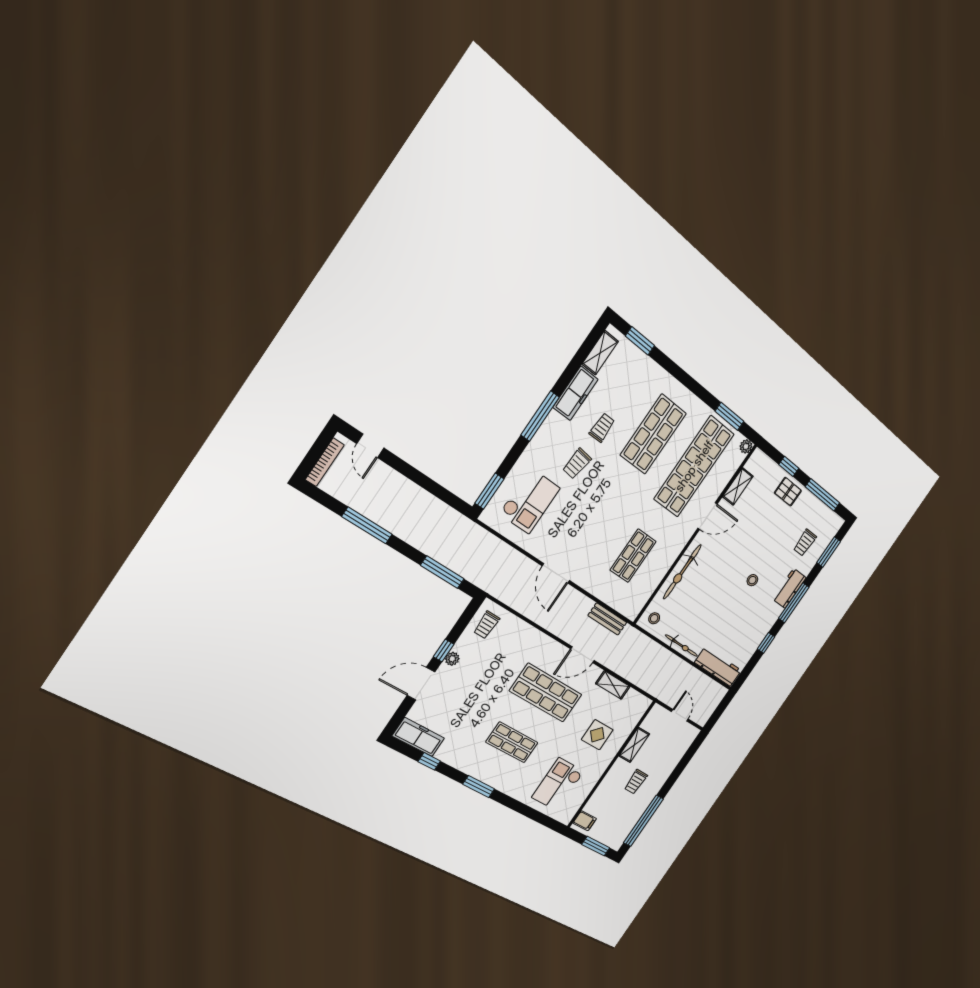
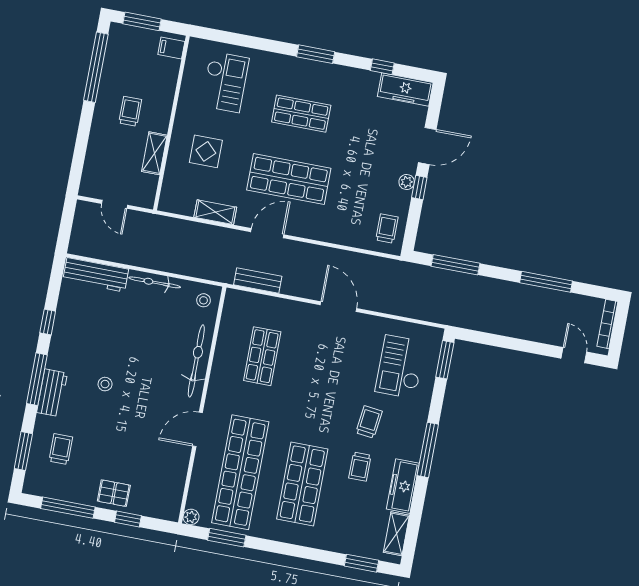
shelving: (738, 486) -> (178, 473), removed

